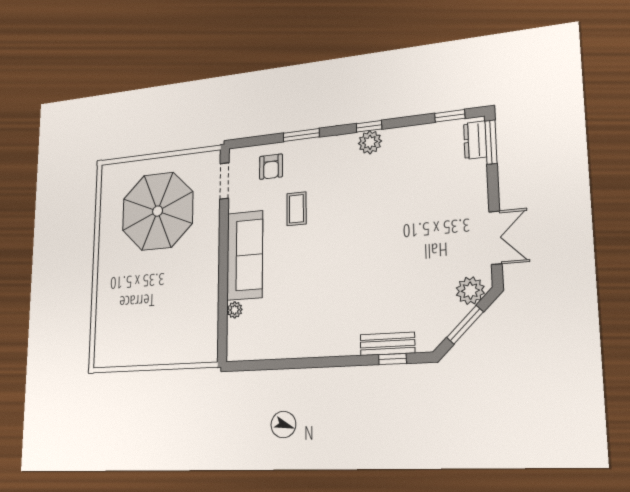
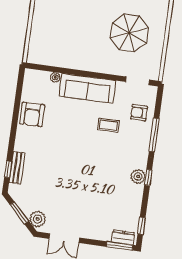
window: (301, 135) -> (154, 135), width x1.44
parasol: (158, 211) -> (129, 33), width x0.73, depth x0.73
armchair: (297, 336) -> (32, 114), added

